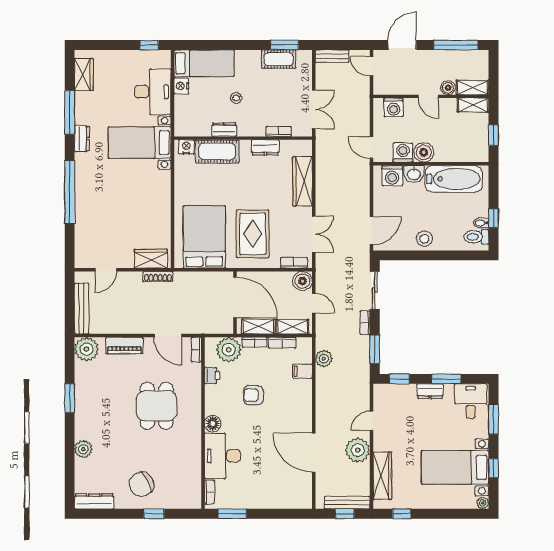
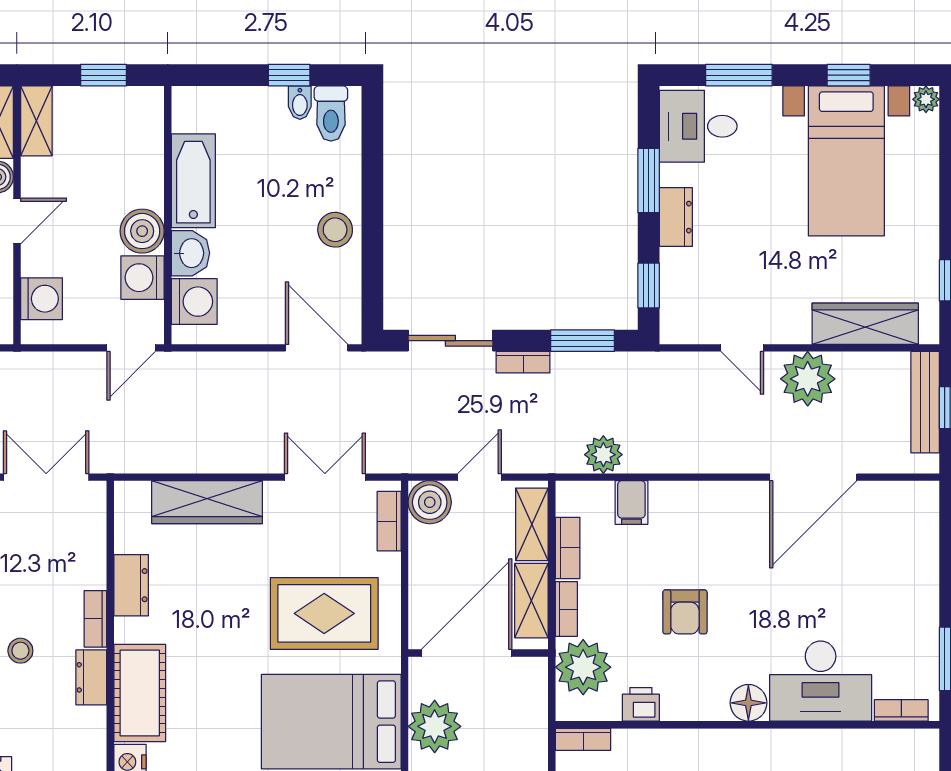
bookcase: (279, 131) -> (95, 619), moved
bathtub: (454, 179) -> (193, 181), width x0.73, depth x0.73
plant: (202, 283) -> (435, 726), added

